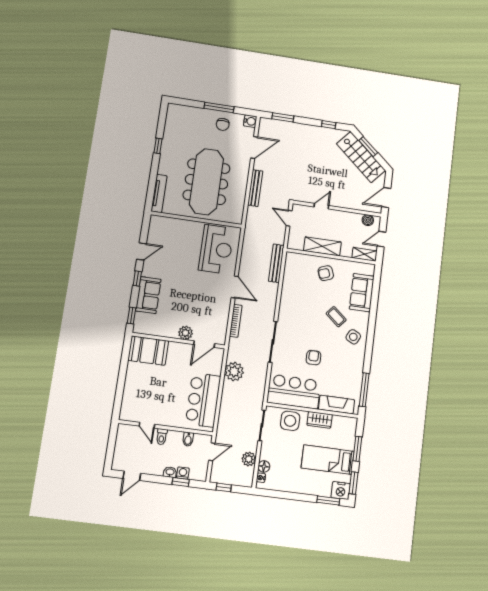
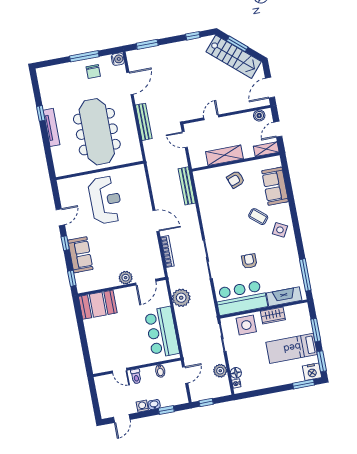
tv unit: (159, 193) -> (52, 127), moved
reception desk: (216, 249) -> (105, 200), moved
washing machine: (183, 473) -> (142, 406), moved

